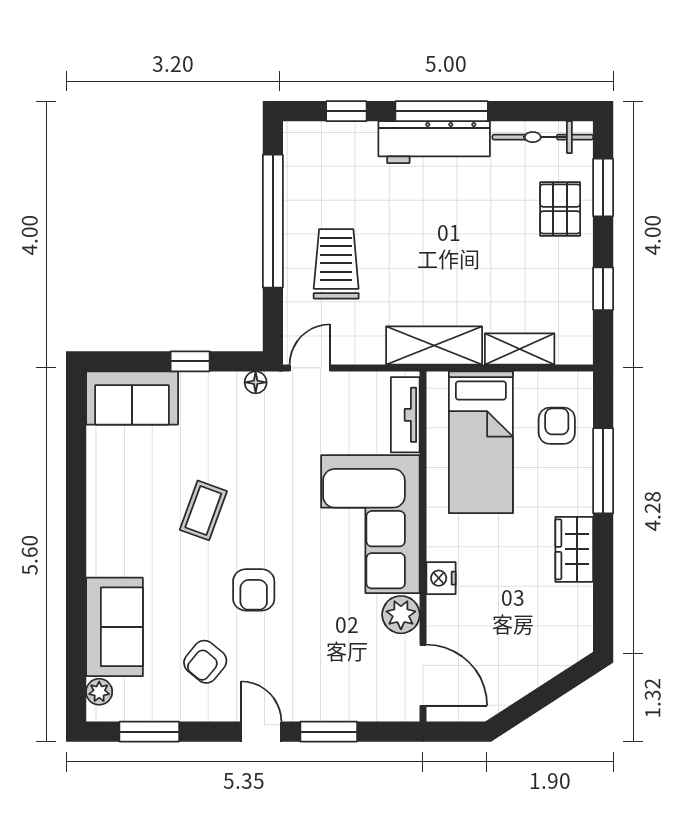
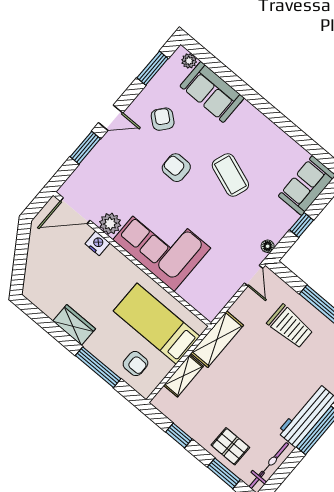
tv unit: (405, 415) -> (197, 300), removed
coffee table: (203, 510) -> (230, 175), width x1.36, depth x1.30
nightstand: (441, 578) -> (97, 243), moved

